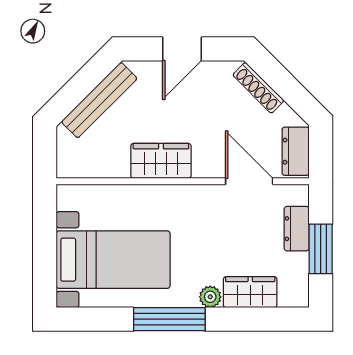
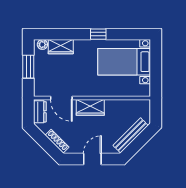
wardrobe: (161, 161) -> (90, 107), moved
dresser: (297, 229) -> (39, 76), removed
plant: (210, 297) -> (42, 45), moved
window: (169, 319) -> (98, 34), width x0.46

